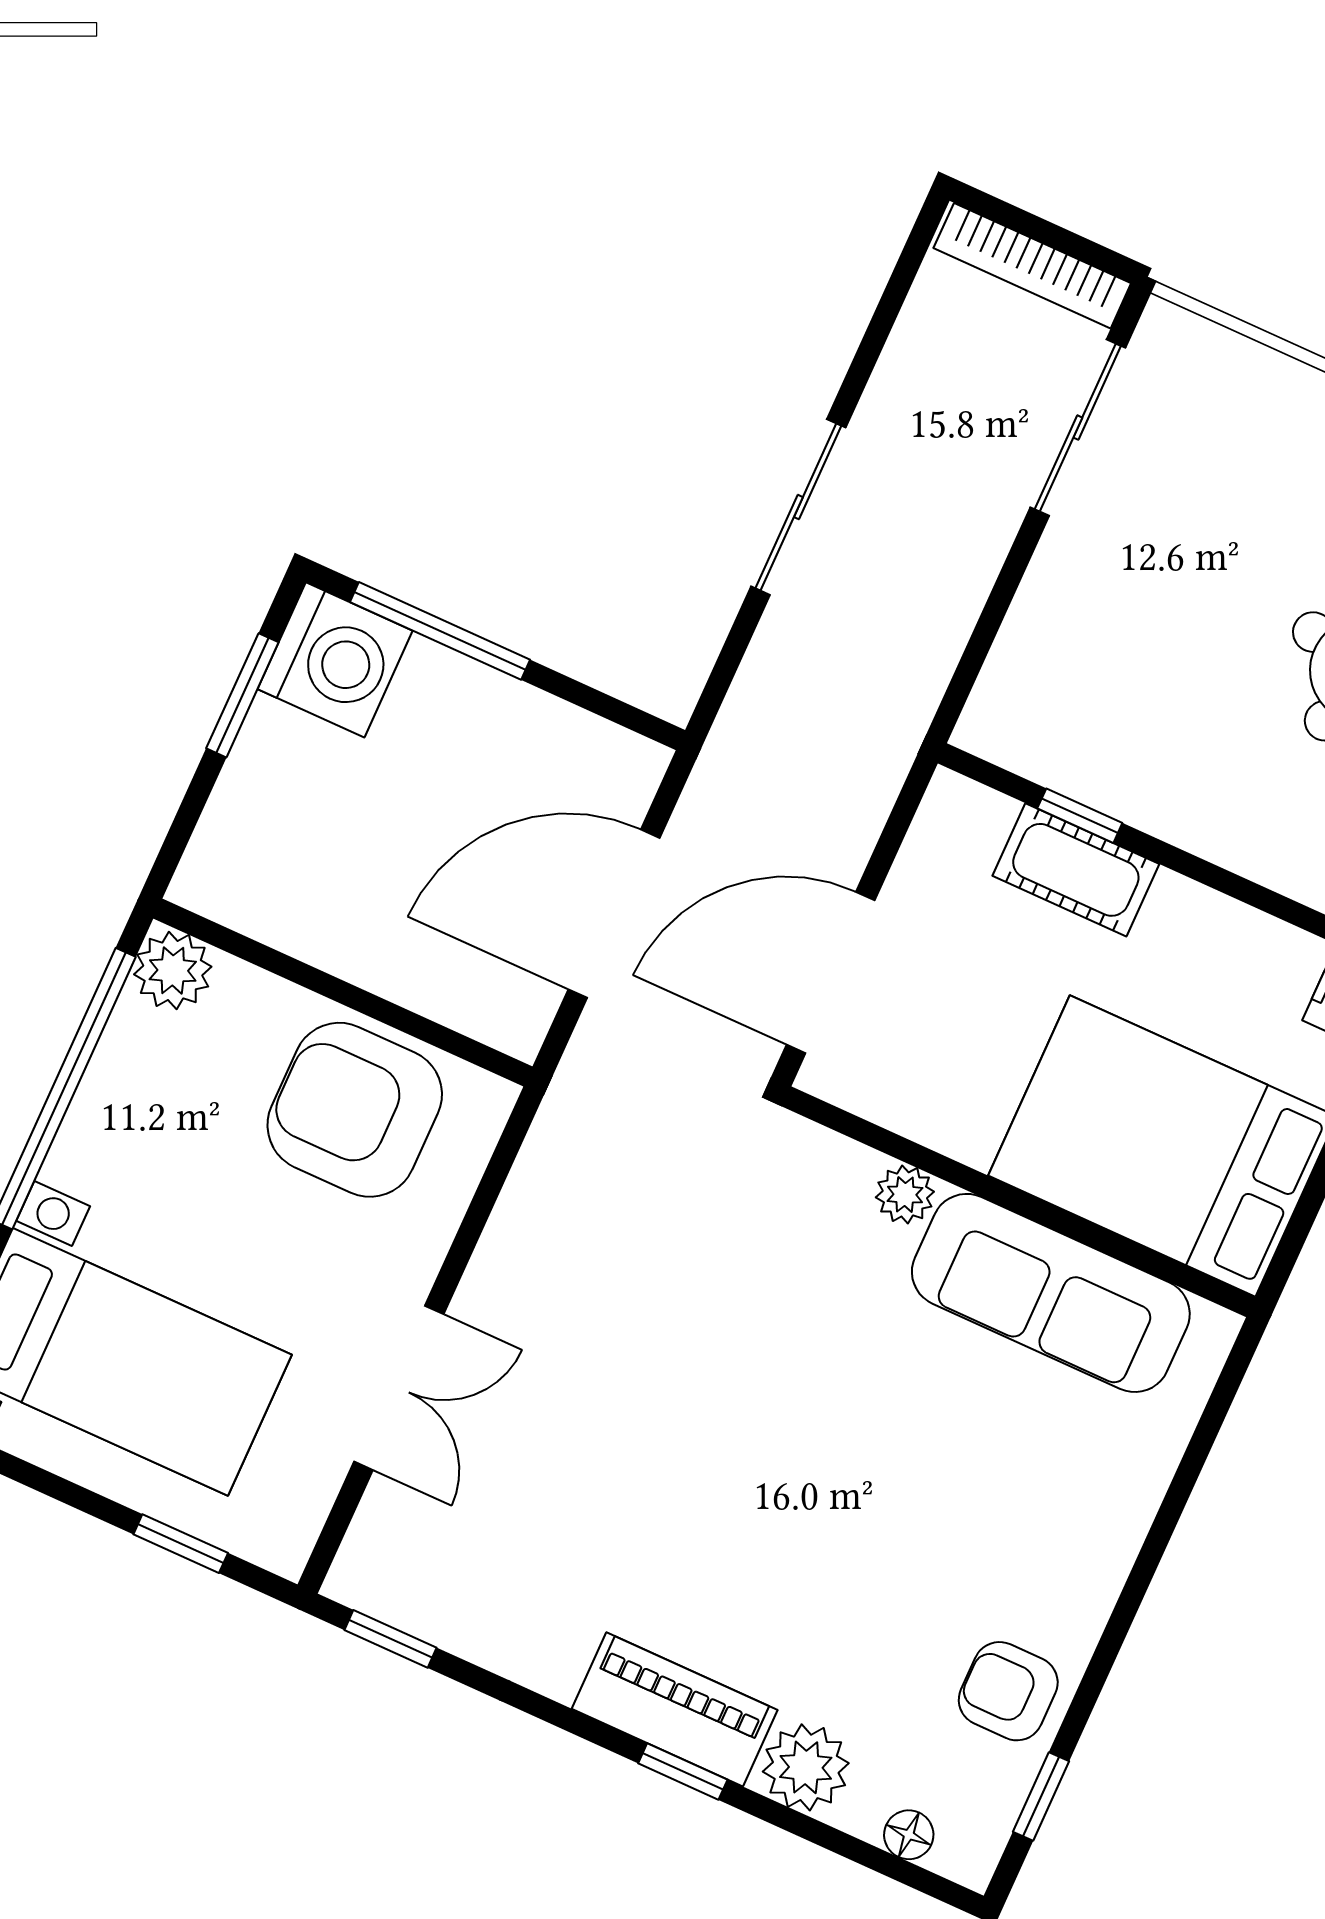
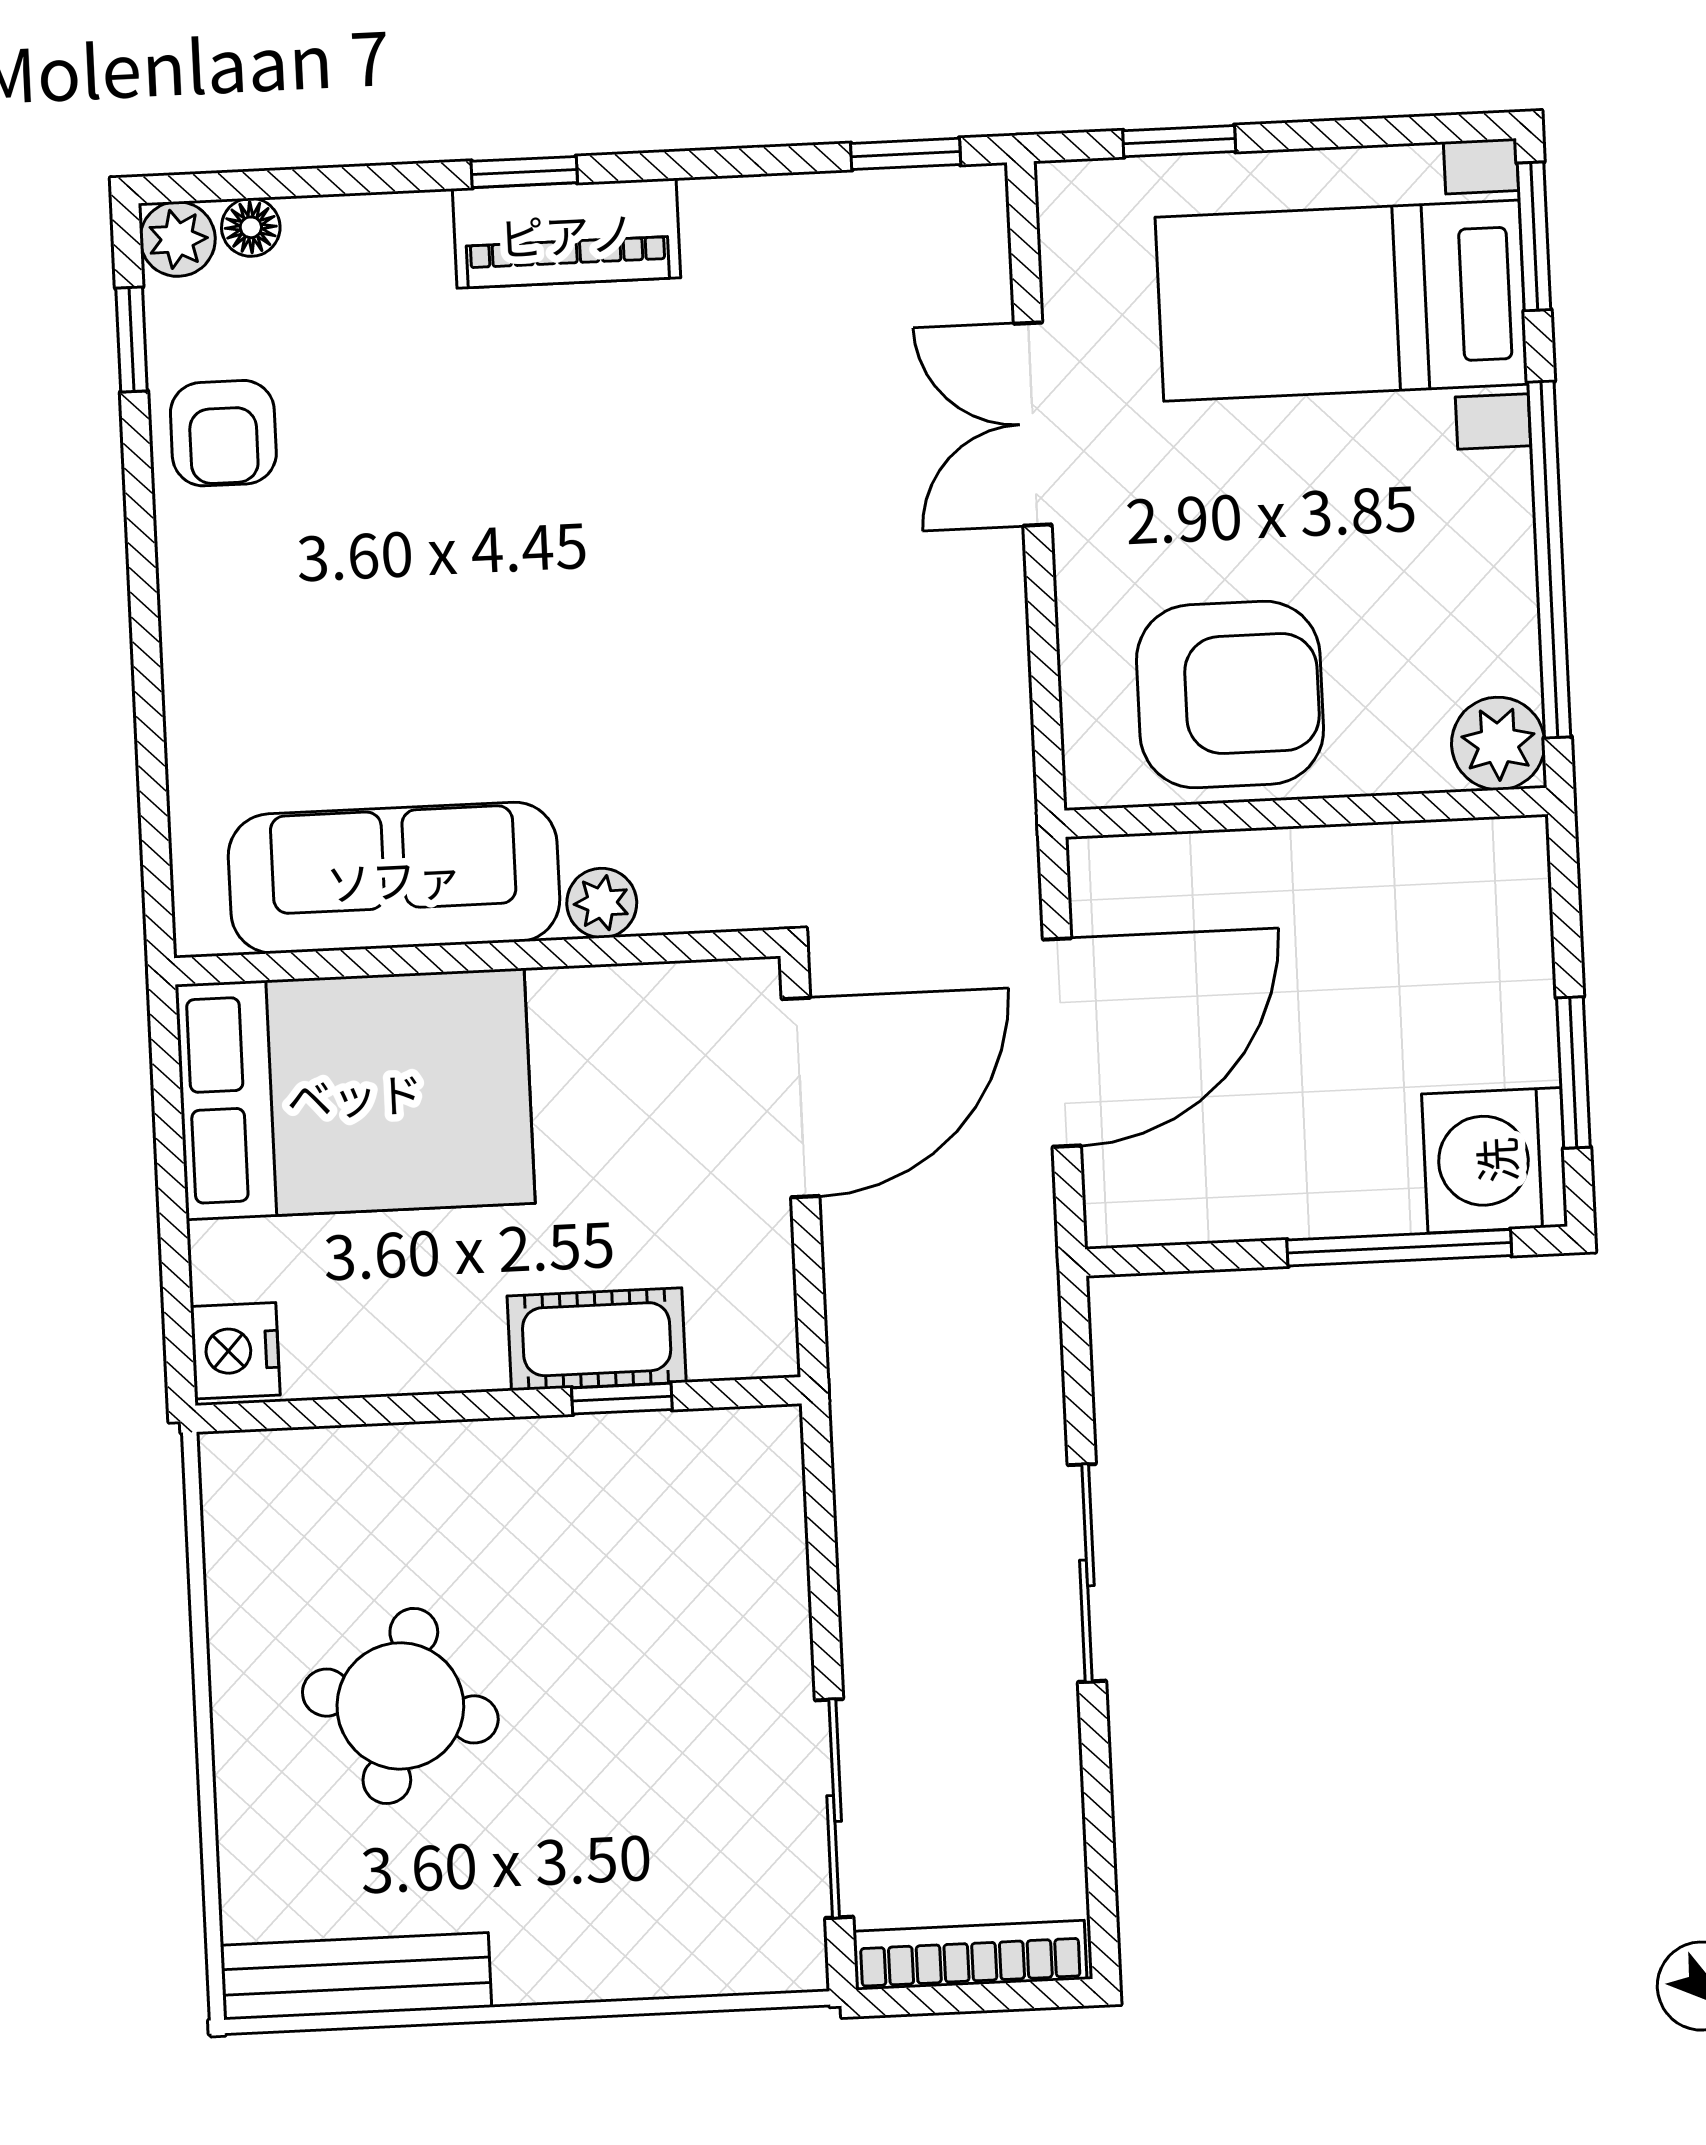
armchair: (1008, 1691) -> (223, 433), turned 90
plant: (806, 1767) -> (178, 239), moved, width x0.73, depth x0.73

